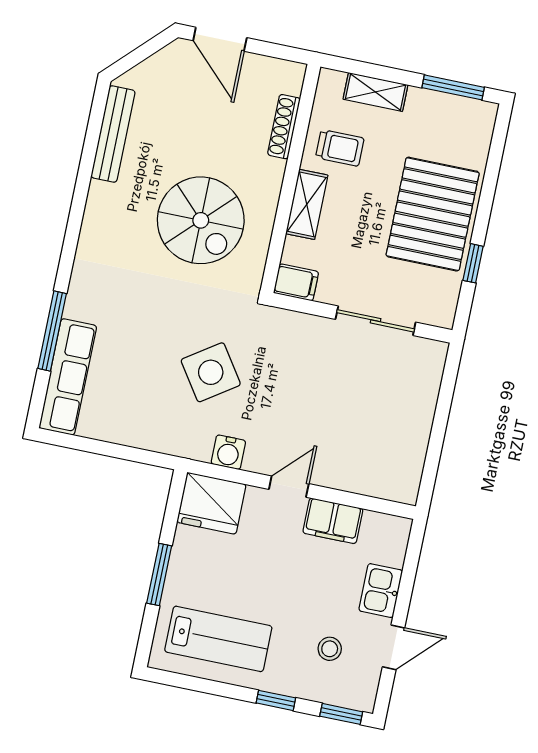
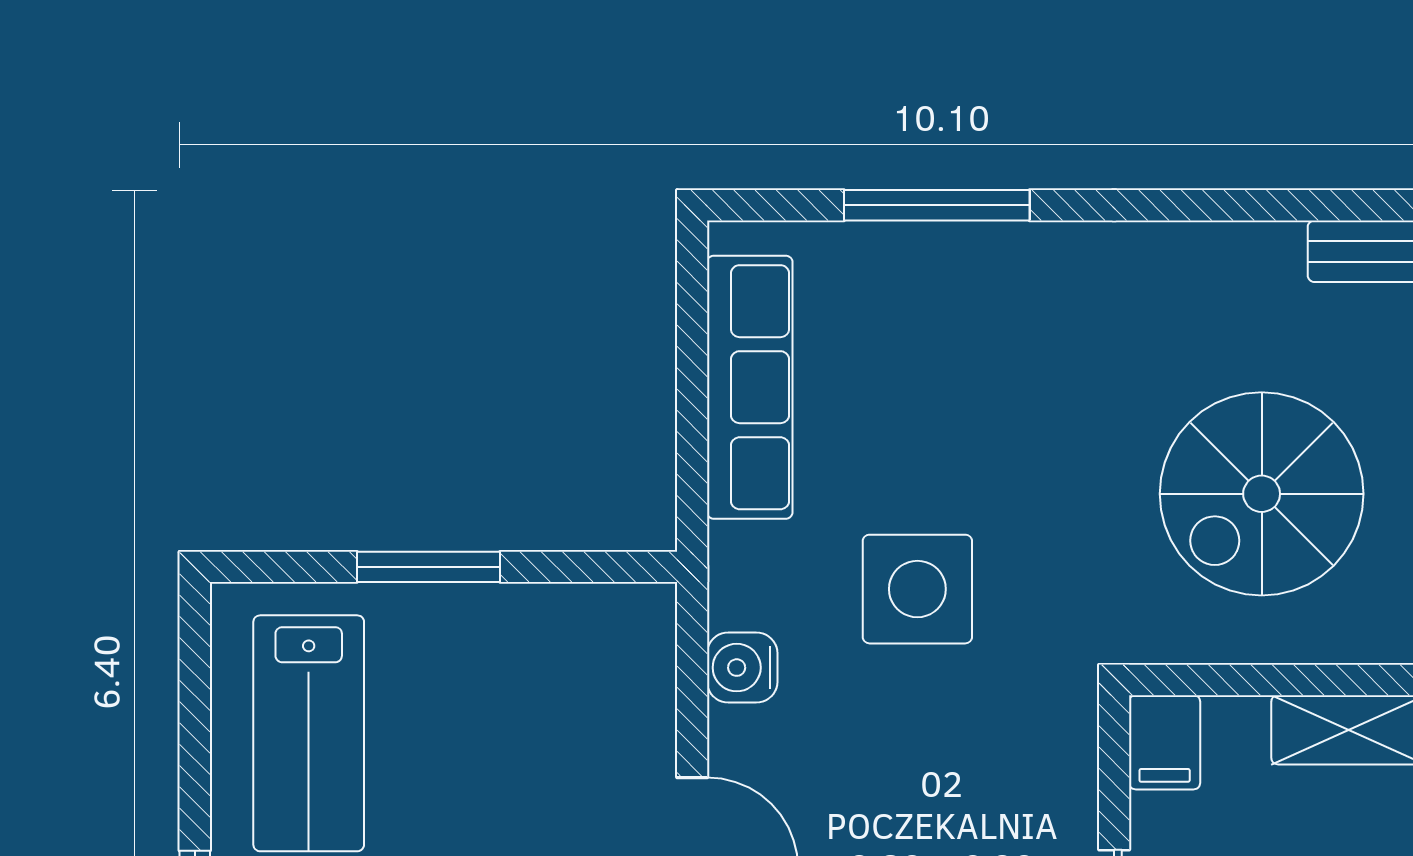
side table: (211, 372) -> (917, 589), turned 34
row of seats: (68, 377) -> (750, 387), moved, turned -90
fridge: (211, 503) -> (617, 653), removed

